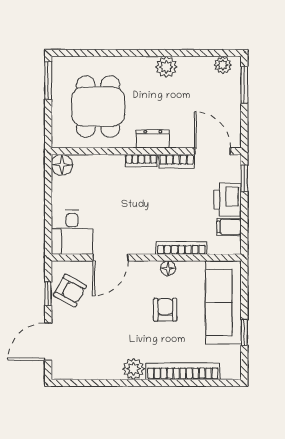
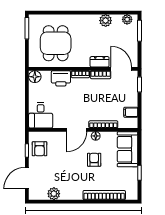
plant: (166, 67) -> (106, 21), moved
dresser: (153, 139) -> (100, 62), moved
printer: (228, 200) -> (61, 78), moved, turned -90
door: (110, 258) -> (77, 130), moved
armchair: (70, 291) -> (40, 149), turned 62
sofa: (223, 302) -> (128, 149), width x0.73
plant: (134, 369) -> (54, 194), moved

